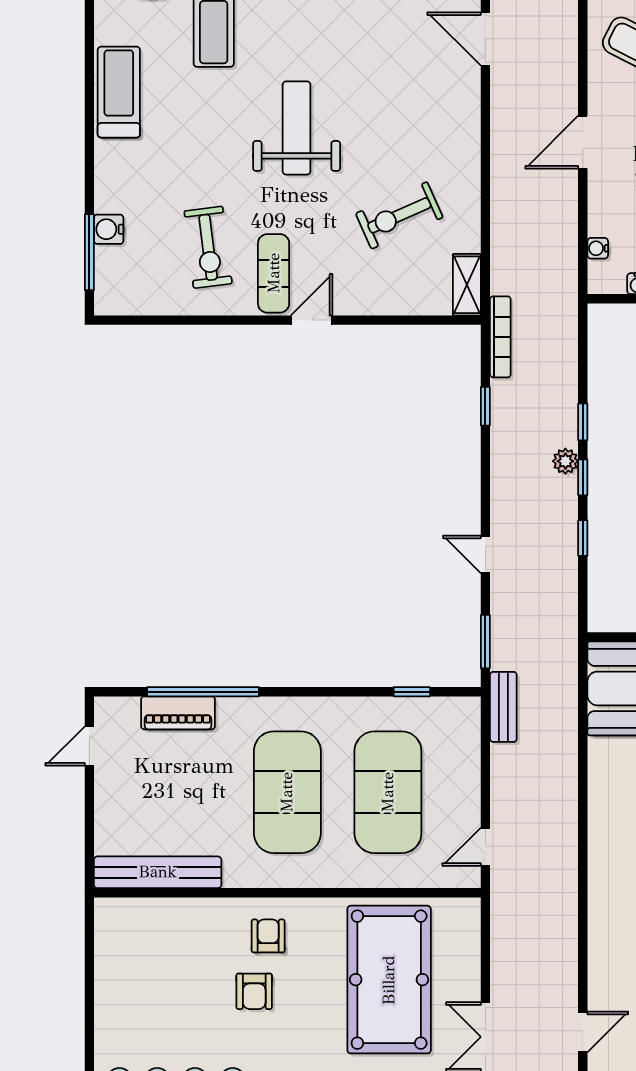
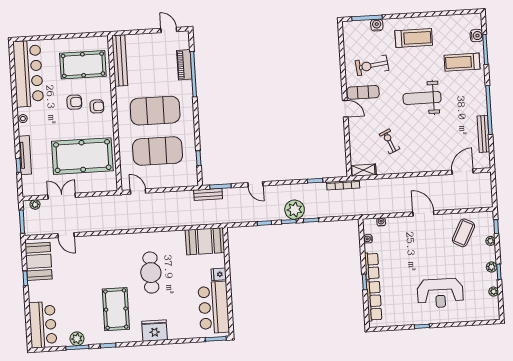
treadmill: (119, 92) -> (414, 38), moved
weight bench: (297, 128) -> (422, 98), turned 180
exercise bike: (399, 215) -> (389, 141), width x0.73, depth x0.72
plant: (565, 461) -> (295, 210), width x1.88, depth x1.88
door: (485, 554) -> (255, 184), swing flipped
bench: (503, 707) -> (208, 194), moved
pool table: (163, 964) -> (83, 65), added
armchair: (254, 991) -> (74, 102), turned 180

